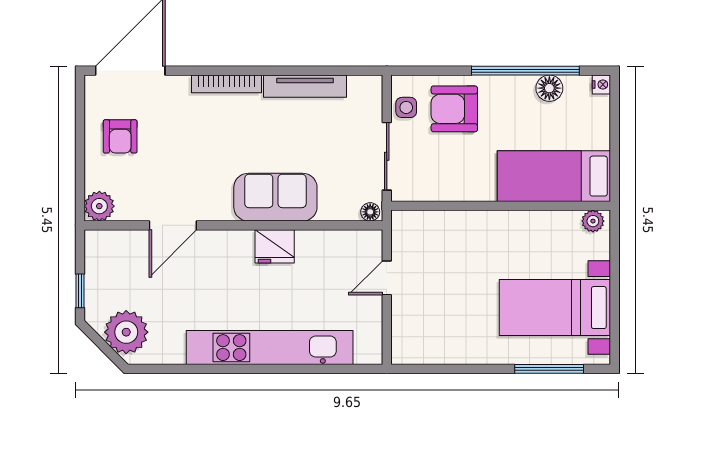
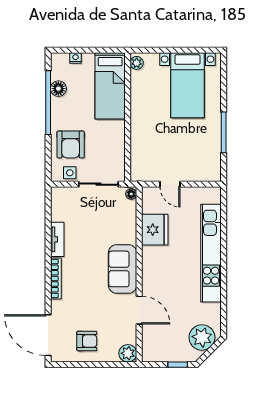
nightstand: (601, 85) -> (75, 58), moved
tv unit: (305, 86) -> (57, 239), width x0.71
sofa: (275, 197) -> (123, 269), moved
fridge: (275, 246) -> (155, 230), moved, width x1.36, depth x1.34
window: (549, 369) -> (224, 132), moved

